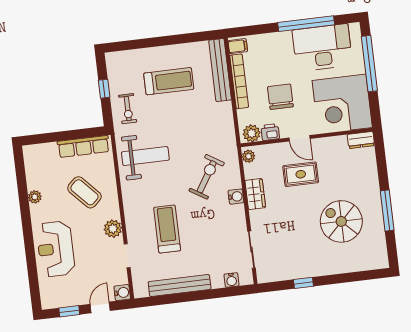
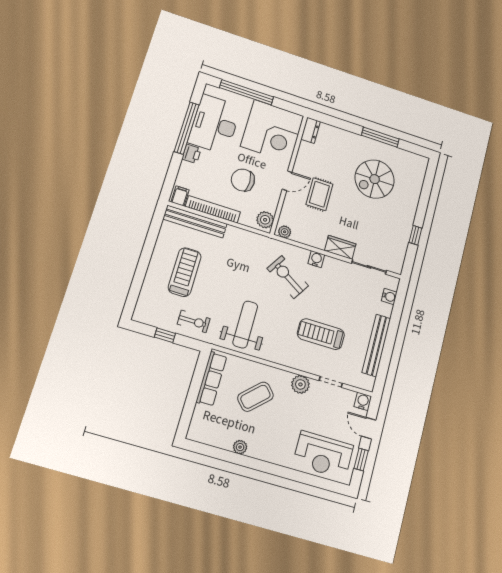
printer: (270, 132) -> (192, 154), moved, turned 180
wardrobe: (255, 194) -> (340, 247), moved
reception desk: (56, 249) -> (323, 455), moved

